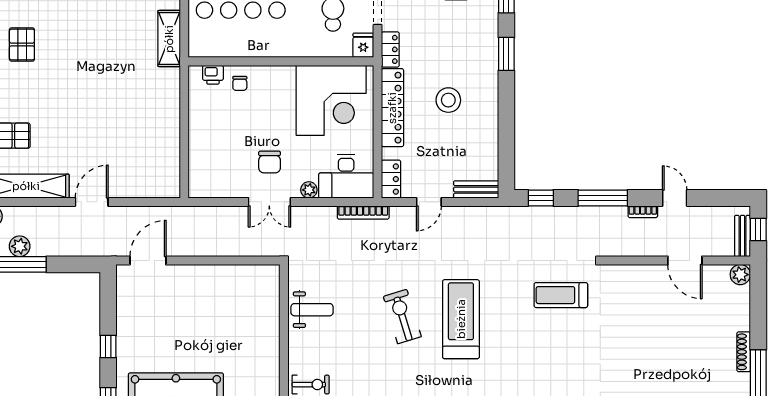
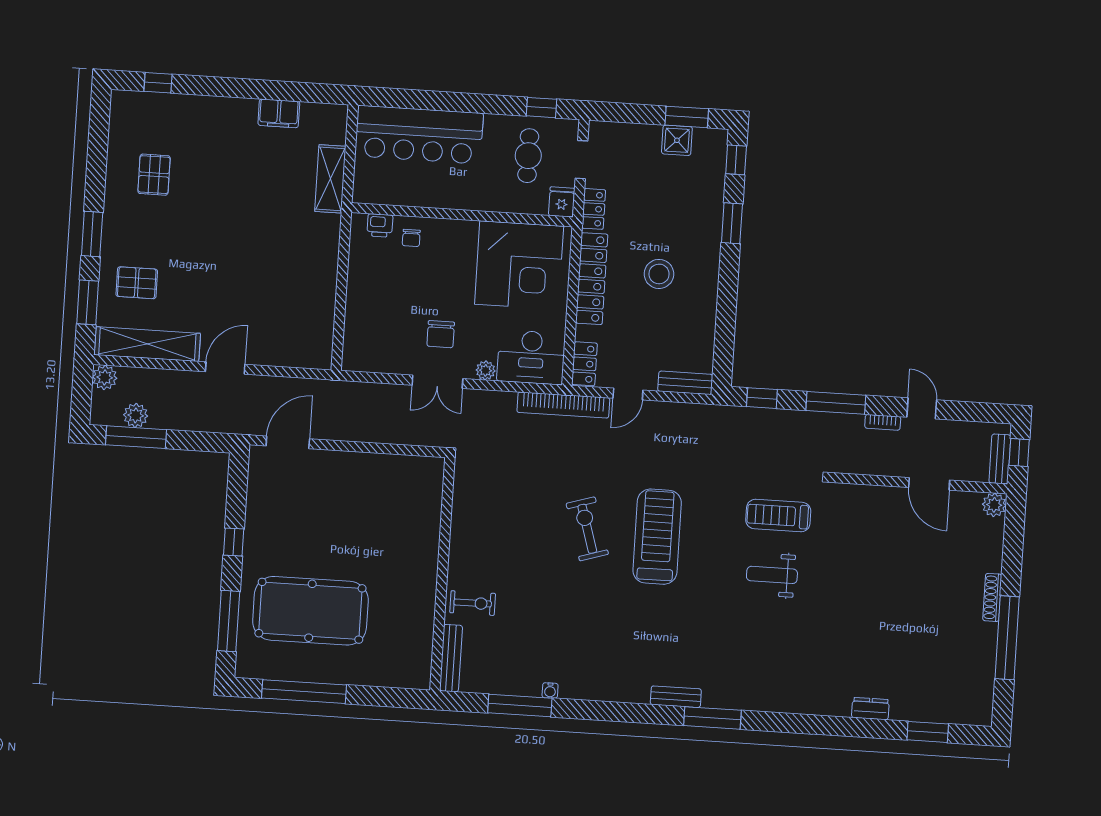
bookcase: (363, 212) -> (563, 405), width x1.48, depth x1.31
weight bench: (312, 310) -> (772, 575), moved, turned 180

